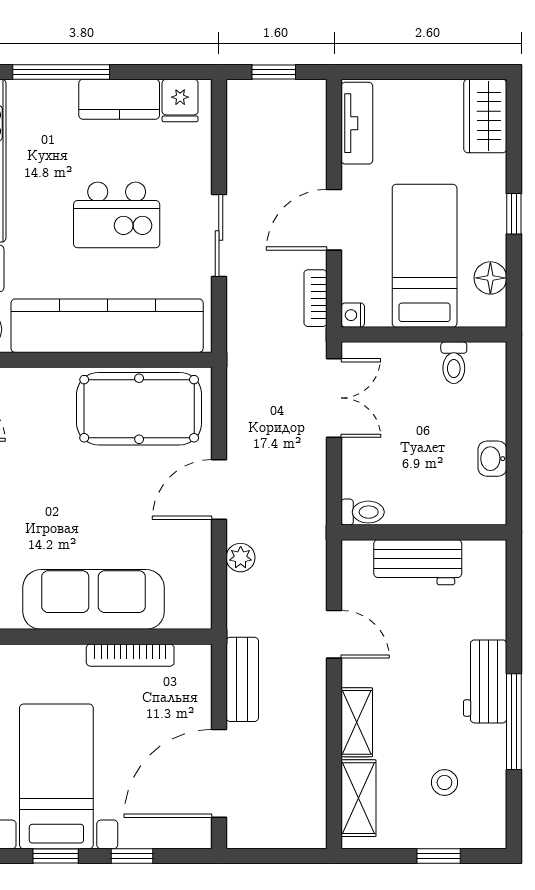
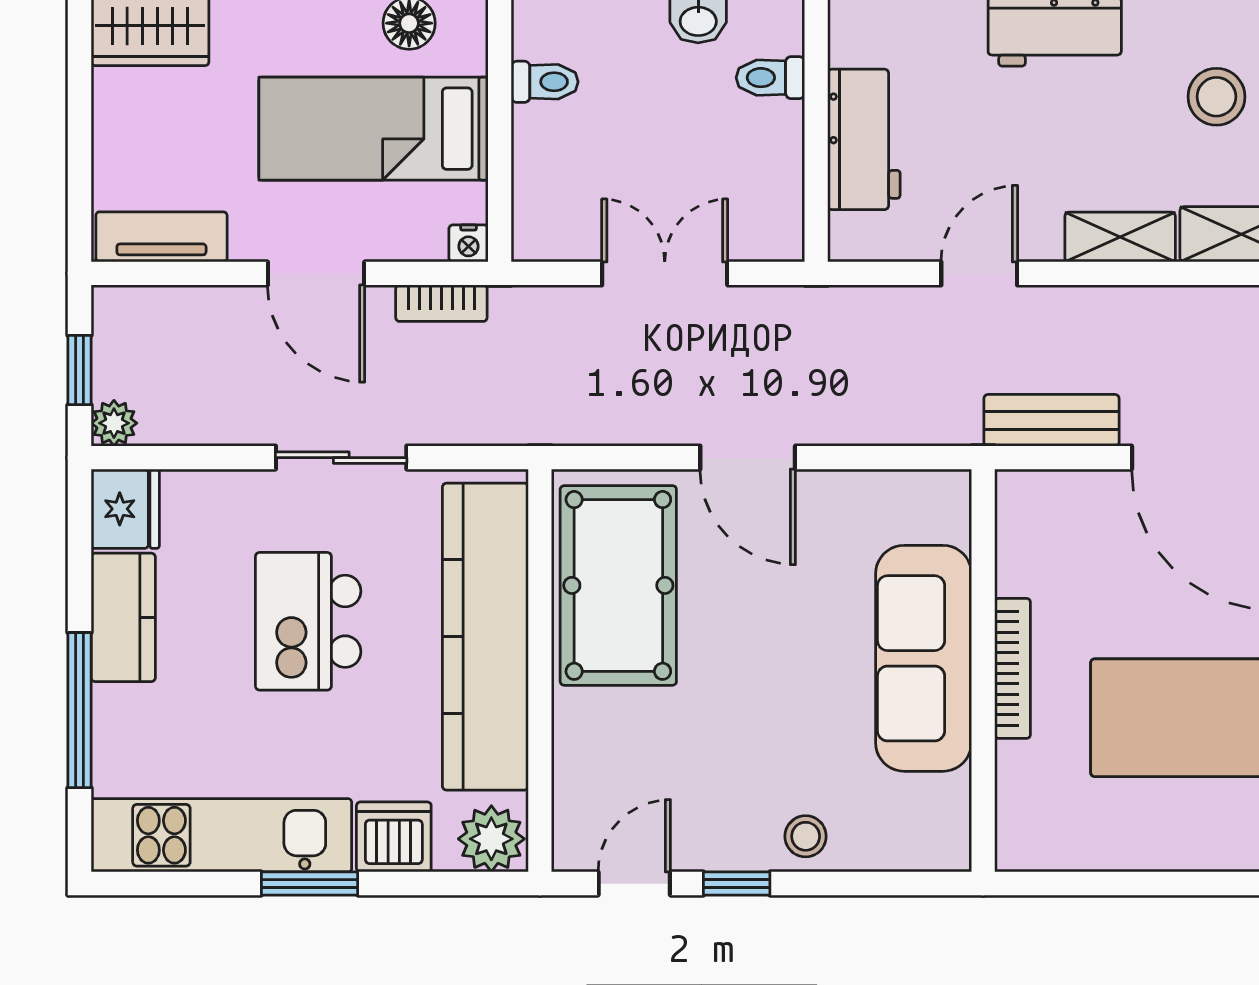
fridge: (180, 101) -> (125, 509), width x1.38
kitchen island: (117, 215) -> (308, 621), turned 180
double door: (334, 398) -> (665, 273), moved
toilet: (363, 512) -> (770, 78), moved, turned -90
plant: (241, 558) -> (114, 423), moved
bookcase: (130, 655) -> (1013, 668), moved
stool: (444, 782) -> (1216, 97), width x1.37, depth x1.37

